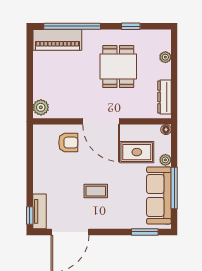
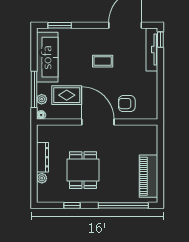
piano: (57, 40) -> (148, 176), moved, turned -90
dresser: (164, 97) -> (43, 157), moved
plant: (41, 107) -> (151, 134), removed
plant: (165, 160) -> (42, 99), moved
window: (174, 188) -> (34, 89), moved
tv unit: (40, 211) -> (152, 49), width x1.41

